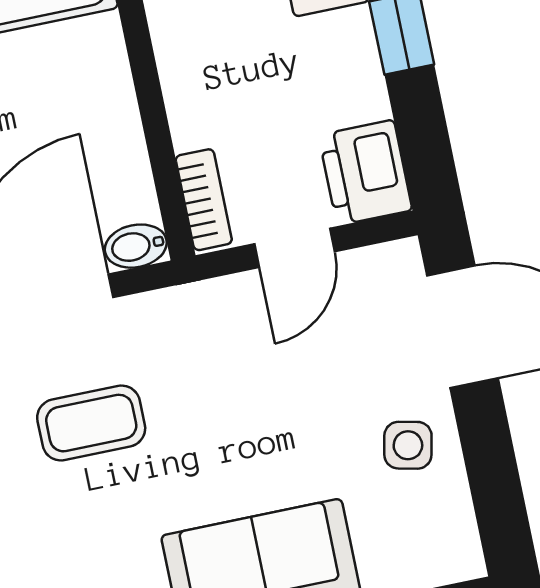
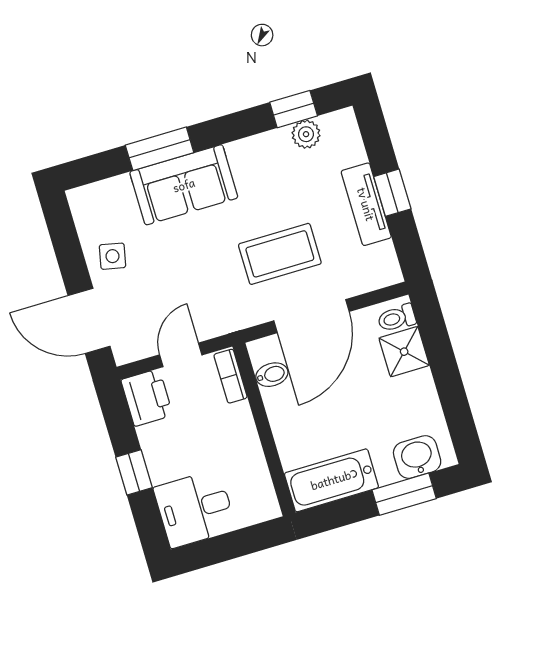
bidet: (136, 246) -> (272, 375), moved
coffee table: (91, 423) -> (280, 254), width x1.36, depth x1.30

